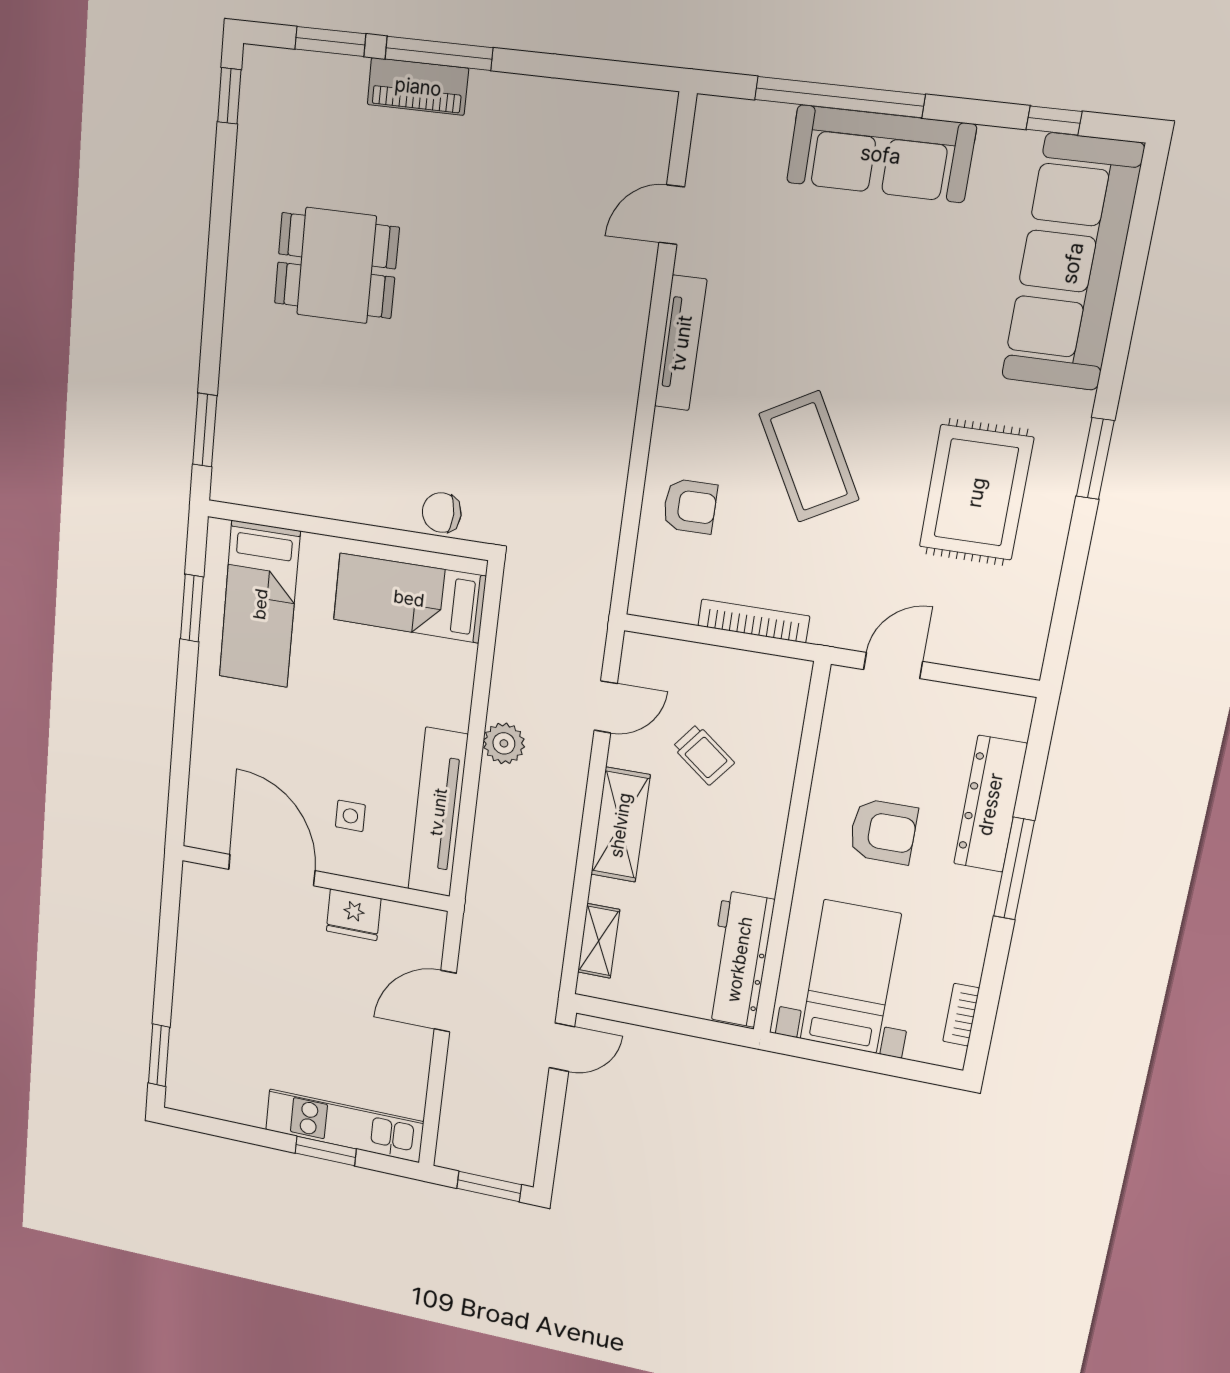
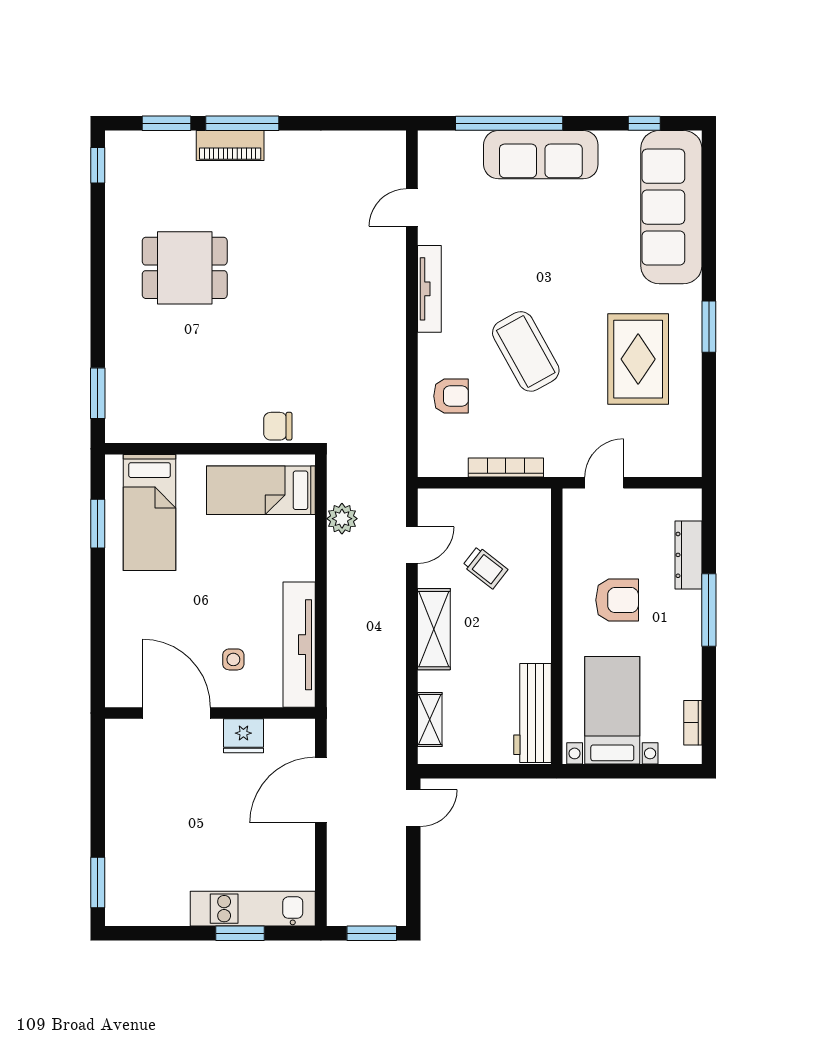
plant: (504, 743) -> (342, 519), moved
dresser: (990, 804) -> (688, 555), width x0.73, depth x0.80
door: (445, 1001) -> (321, 790), width x1.36

